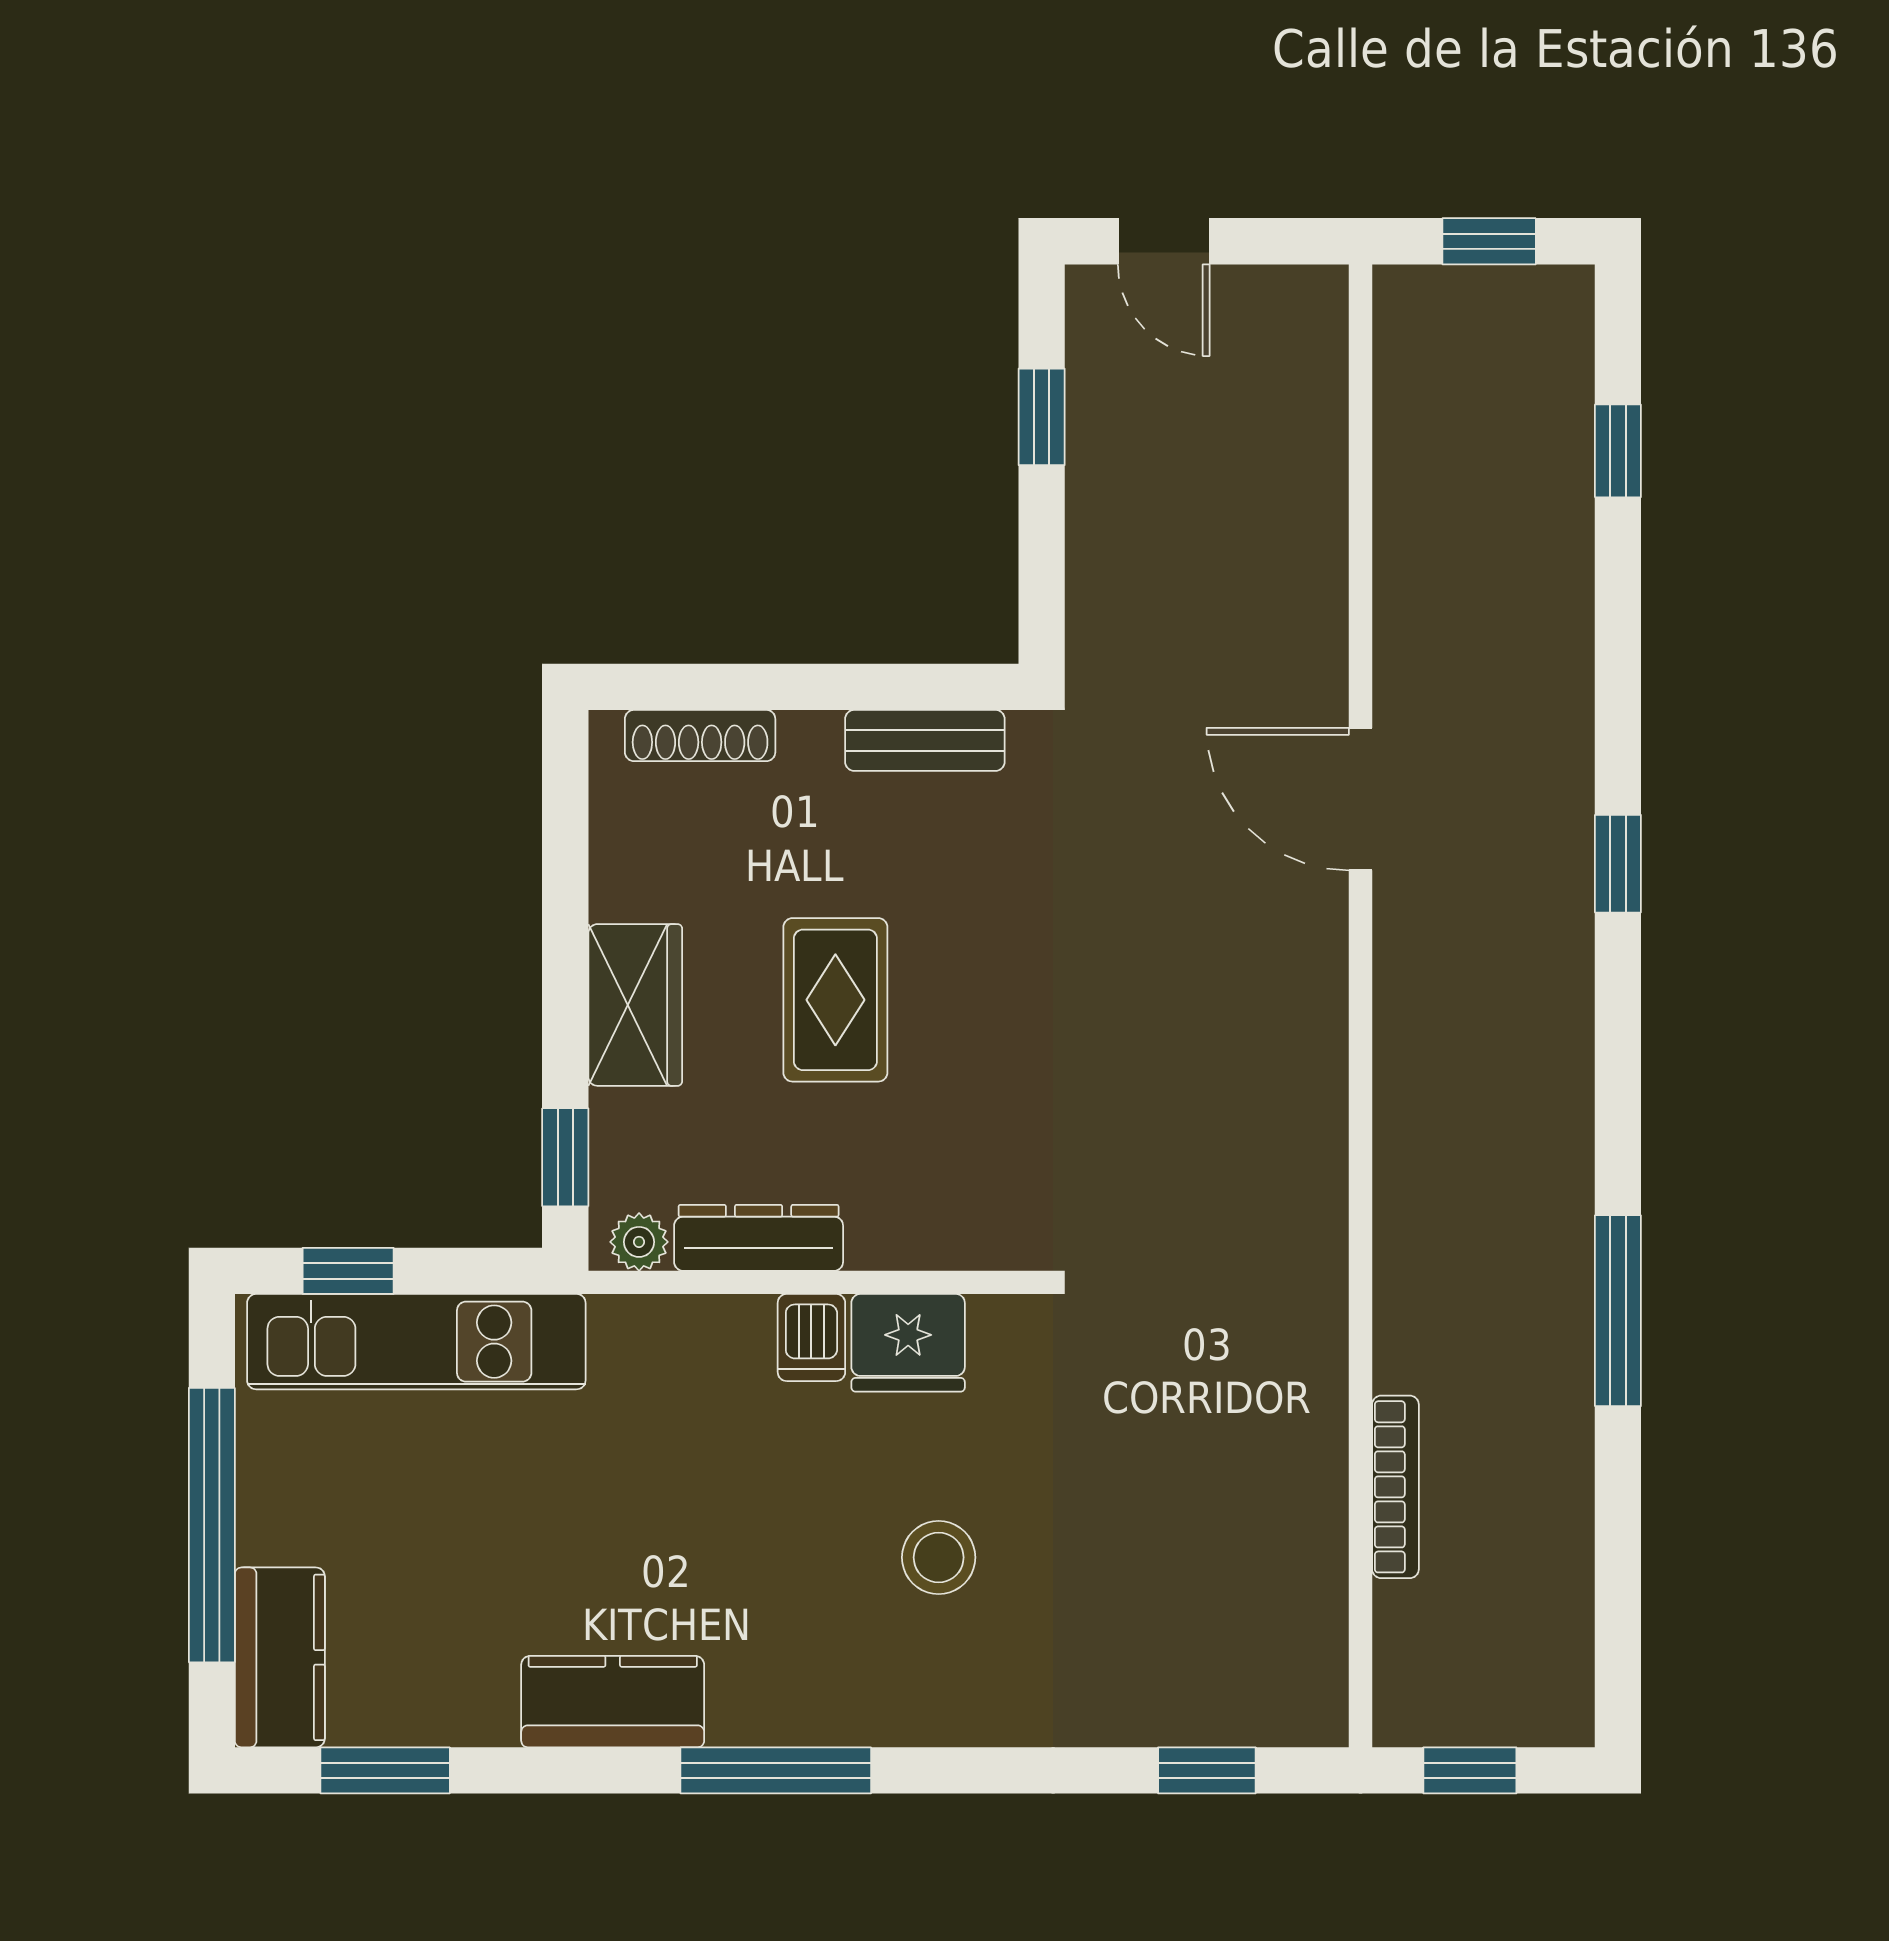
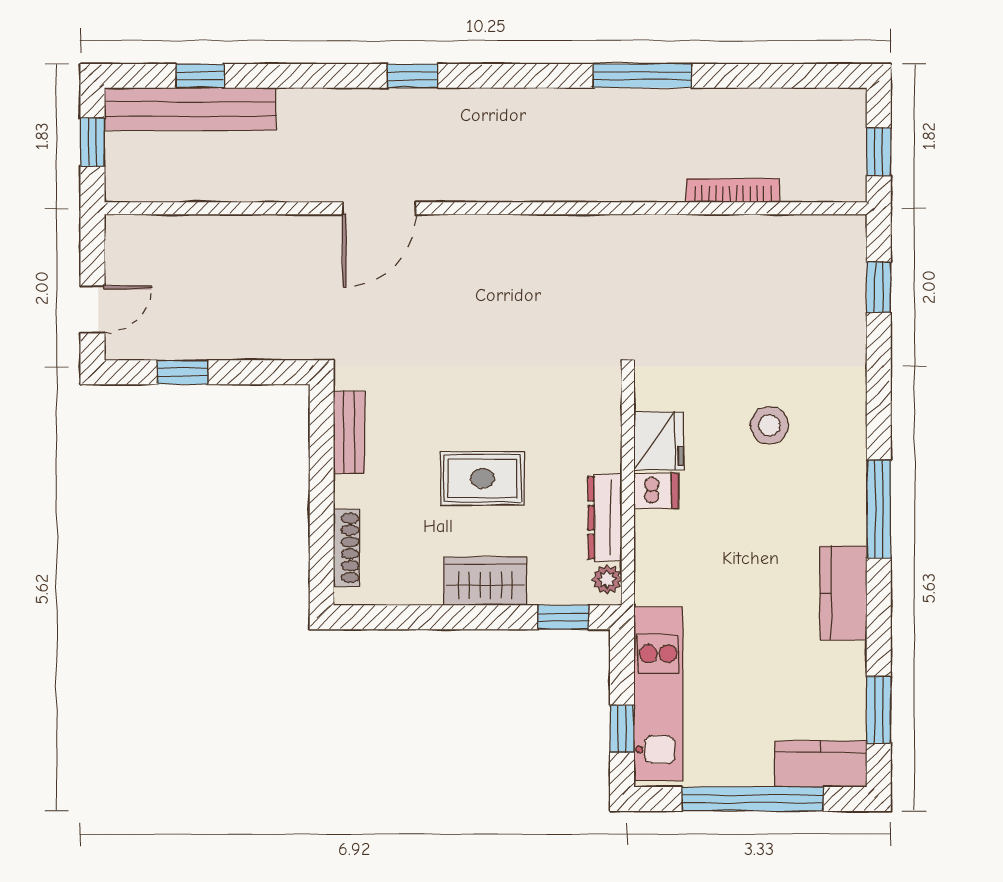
bench: (1553, 431) -> (190, 109), added

